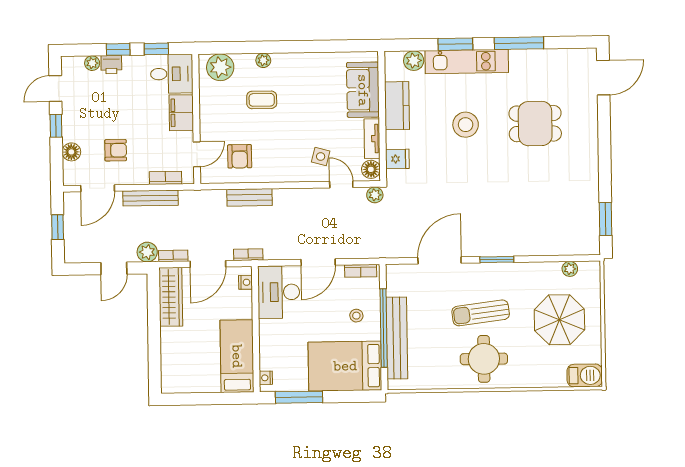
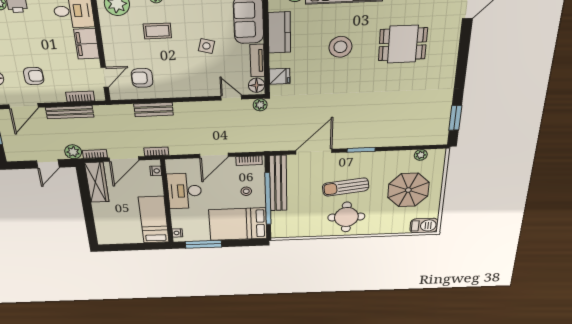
armchair: (240, 156) -> (142, 78), turned 90
side table: (321, 156) -> (206, 46), moved
desk: (279, 292) -> (185, 191), moved
bench: (397, 338) -> (278, 183), moved

